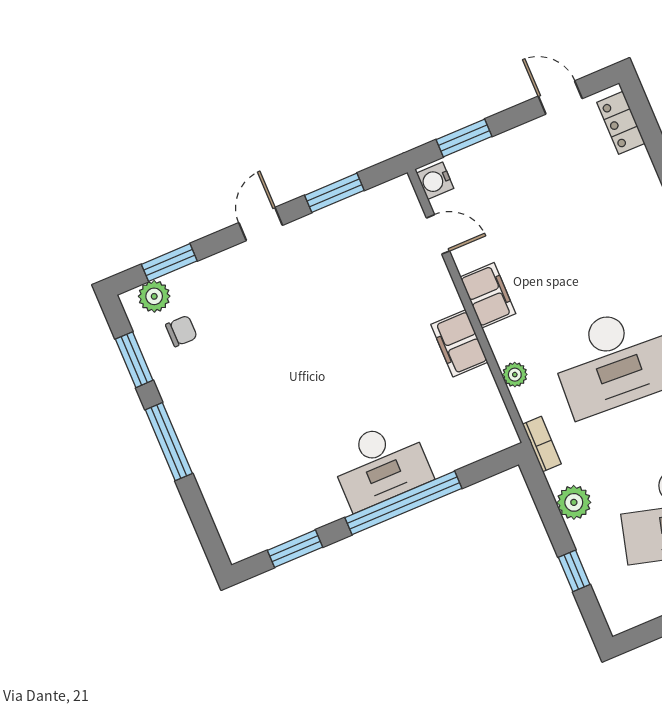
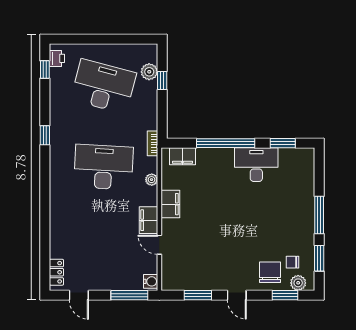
window: (464, 138) -> (129, 295), width x1.44
door: (261, 224) -> (237, 295), hinge flipped
door: (438, 234) -> (159, 245), moved
chair: (216, 294) -> (270, 272), added
filing cabinet: (475, 444) -> (182, 156), added
desk: (381, 465) -> (256, 165), moved
plant: (574, 502) -> (149, 72), moved

